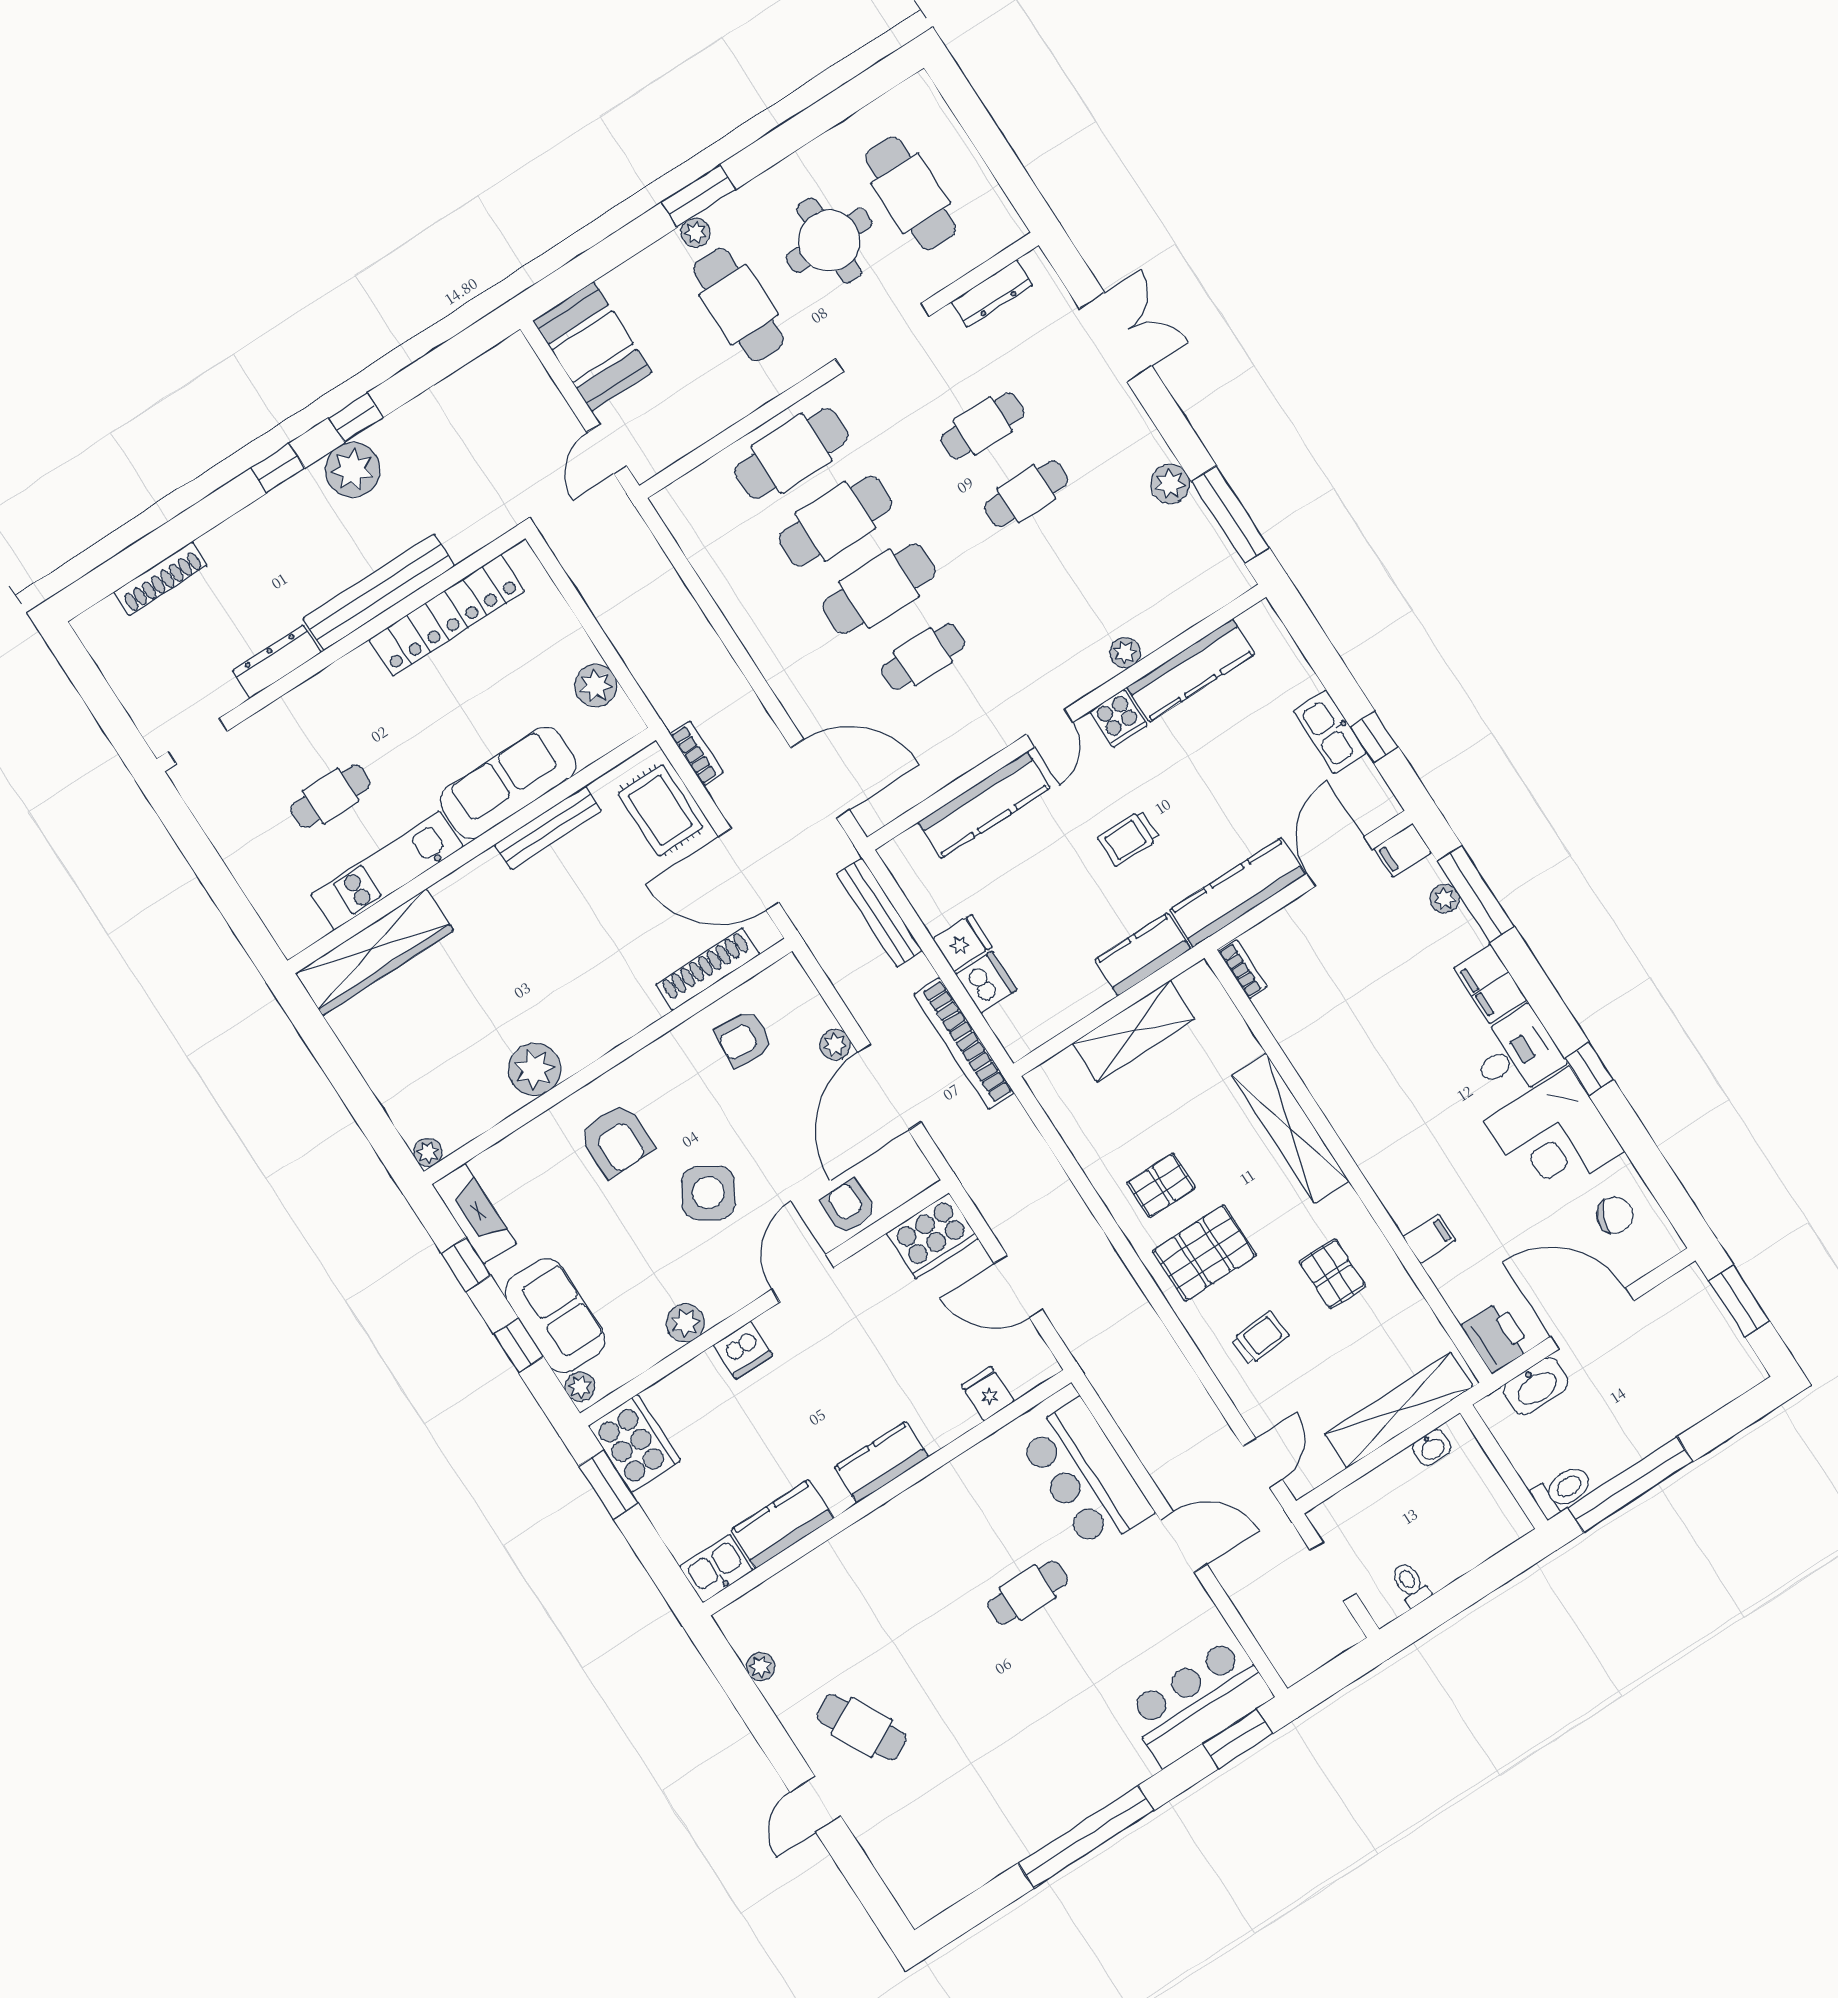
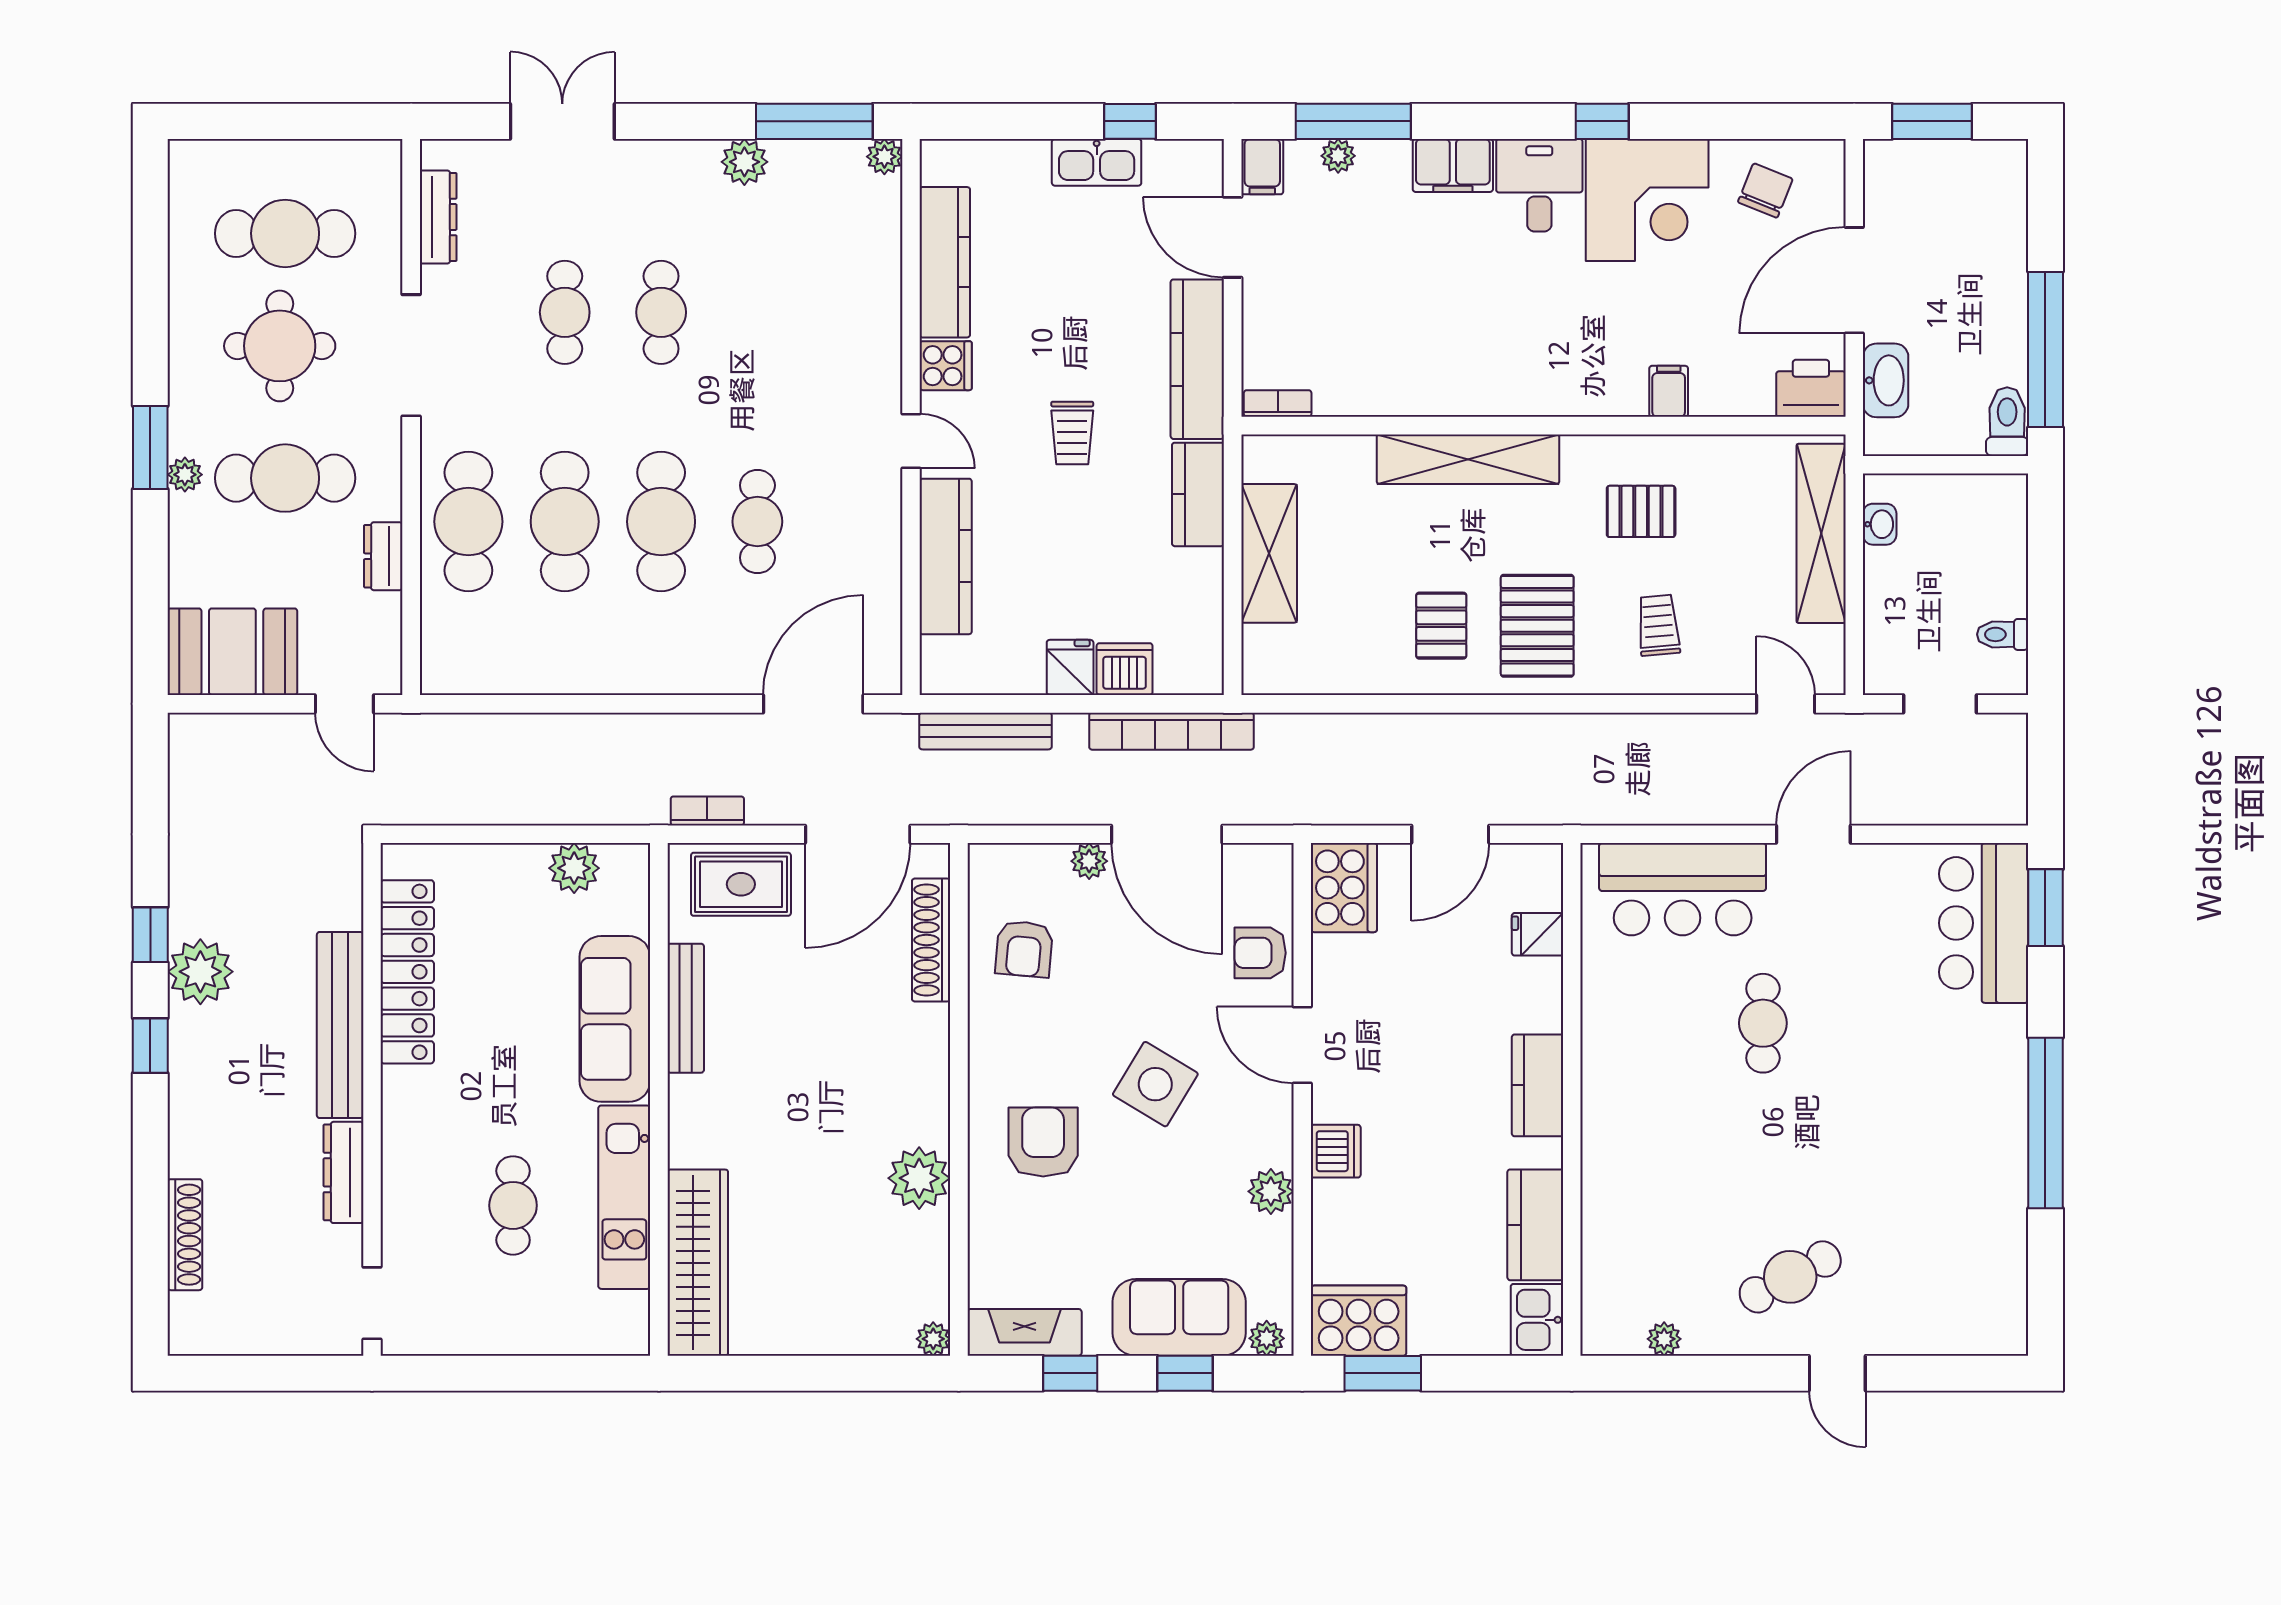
dresser: (728, 409) -> (383, 556), added
plant: (1125, 653) -> (884, 157), moved
armchair: (616, 1140) -> (1043, 1142), turned -90

